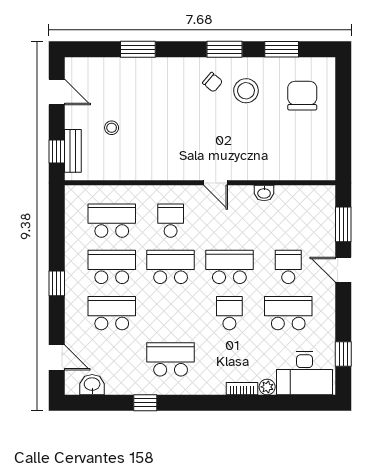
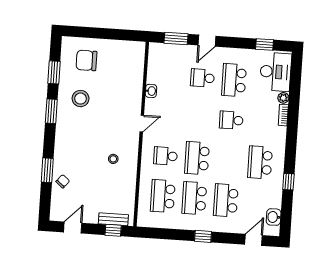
chair: (213, 82) -> (63, 181), moved
stool: (112, 128) -> (113, 159), moved
school desk: (229, 267) -> (200, 118), removed

